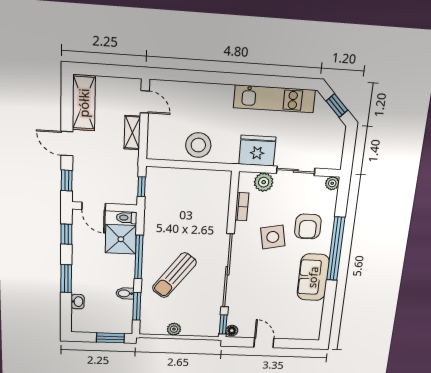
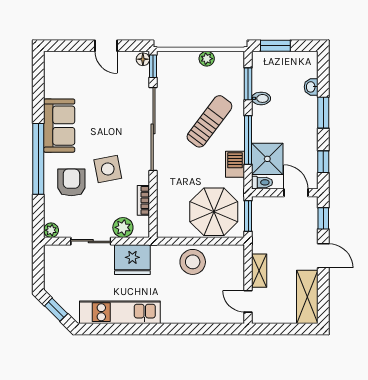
window: (141, 187) -> (248, 216), width x1.50
parasol: (175, 192) -> (214, 212), added
barbecue: (152, 236) -> (235, 164), added

